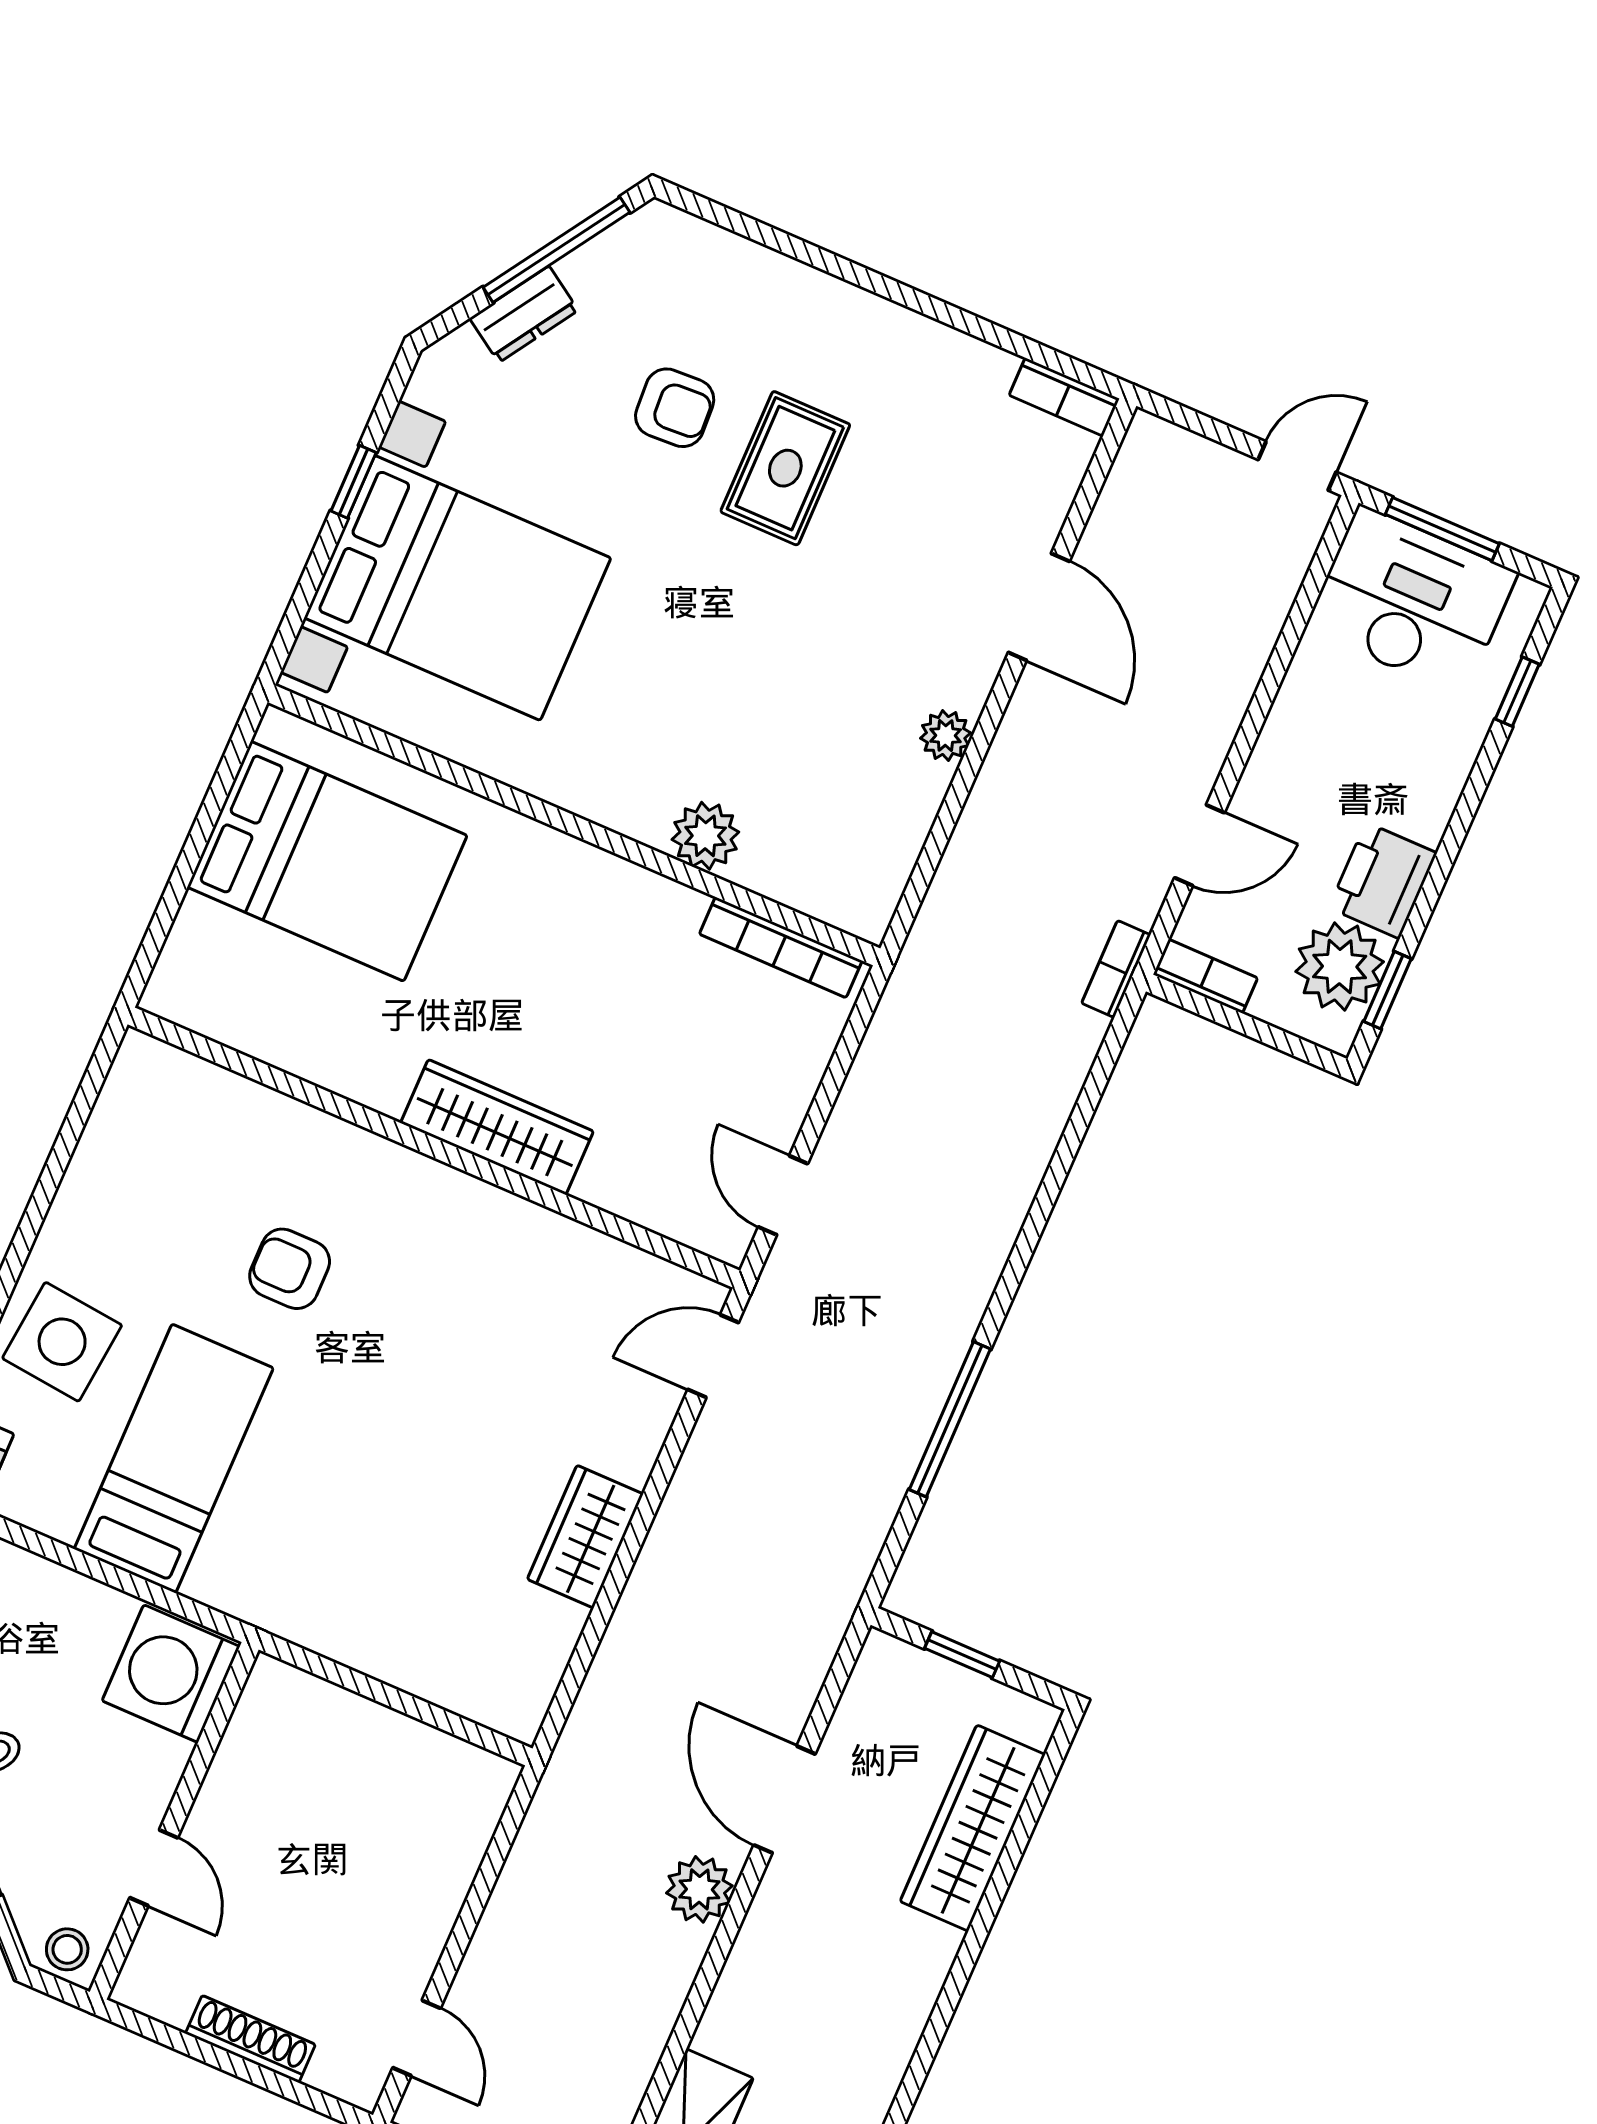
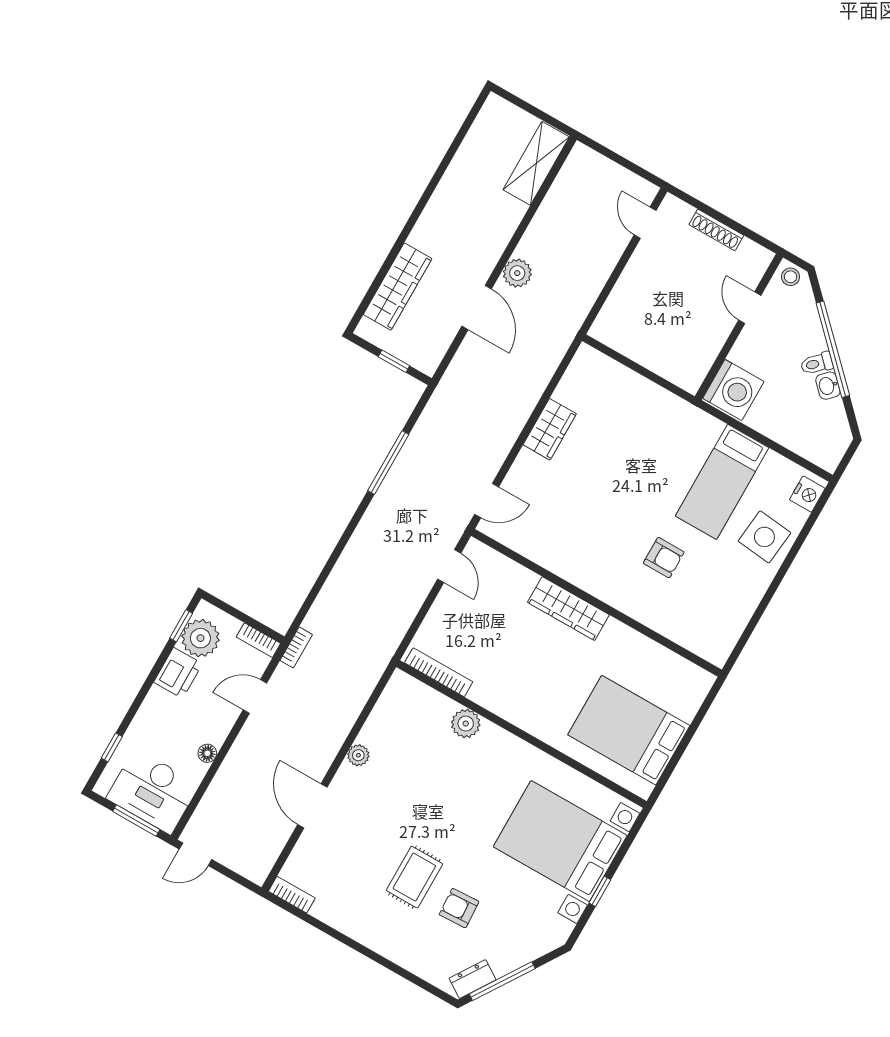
dresser: (524, 314) -> (472, 979), moved
floor lamp: (1295, 702) -> (207, 753), added

